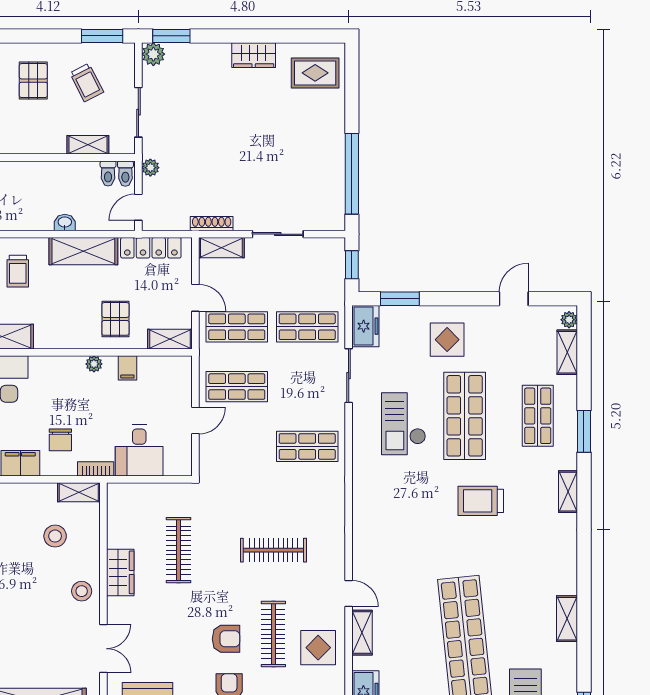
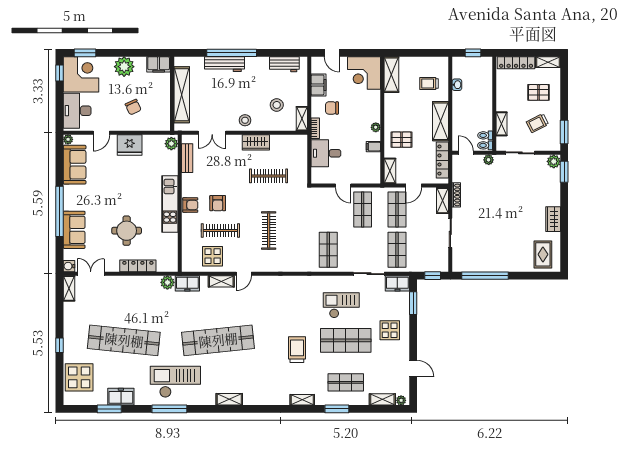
washbasin: (65, 223) -> (457, 85), moved

